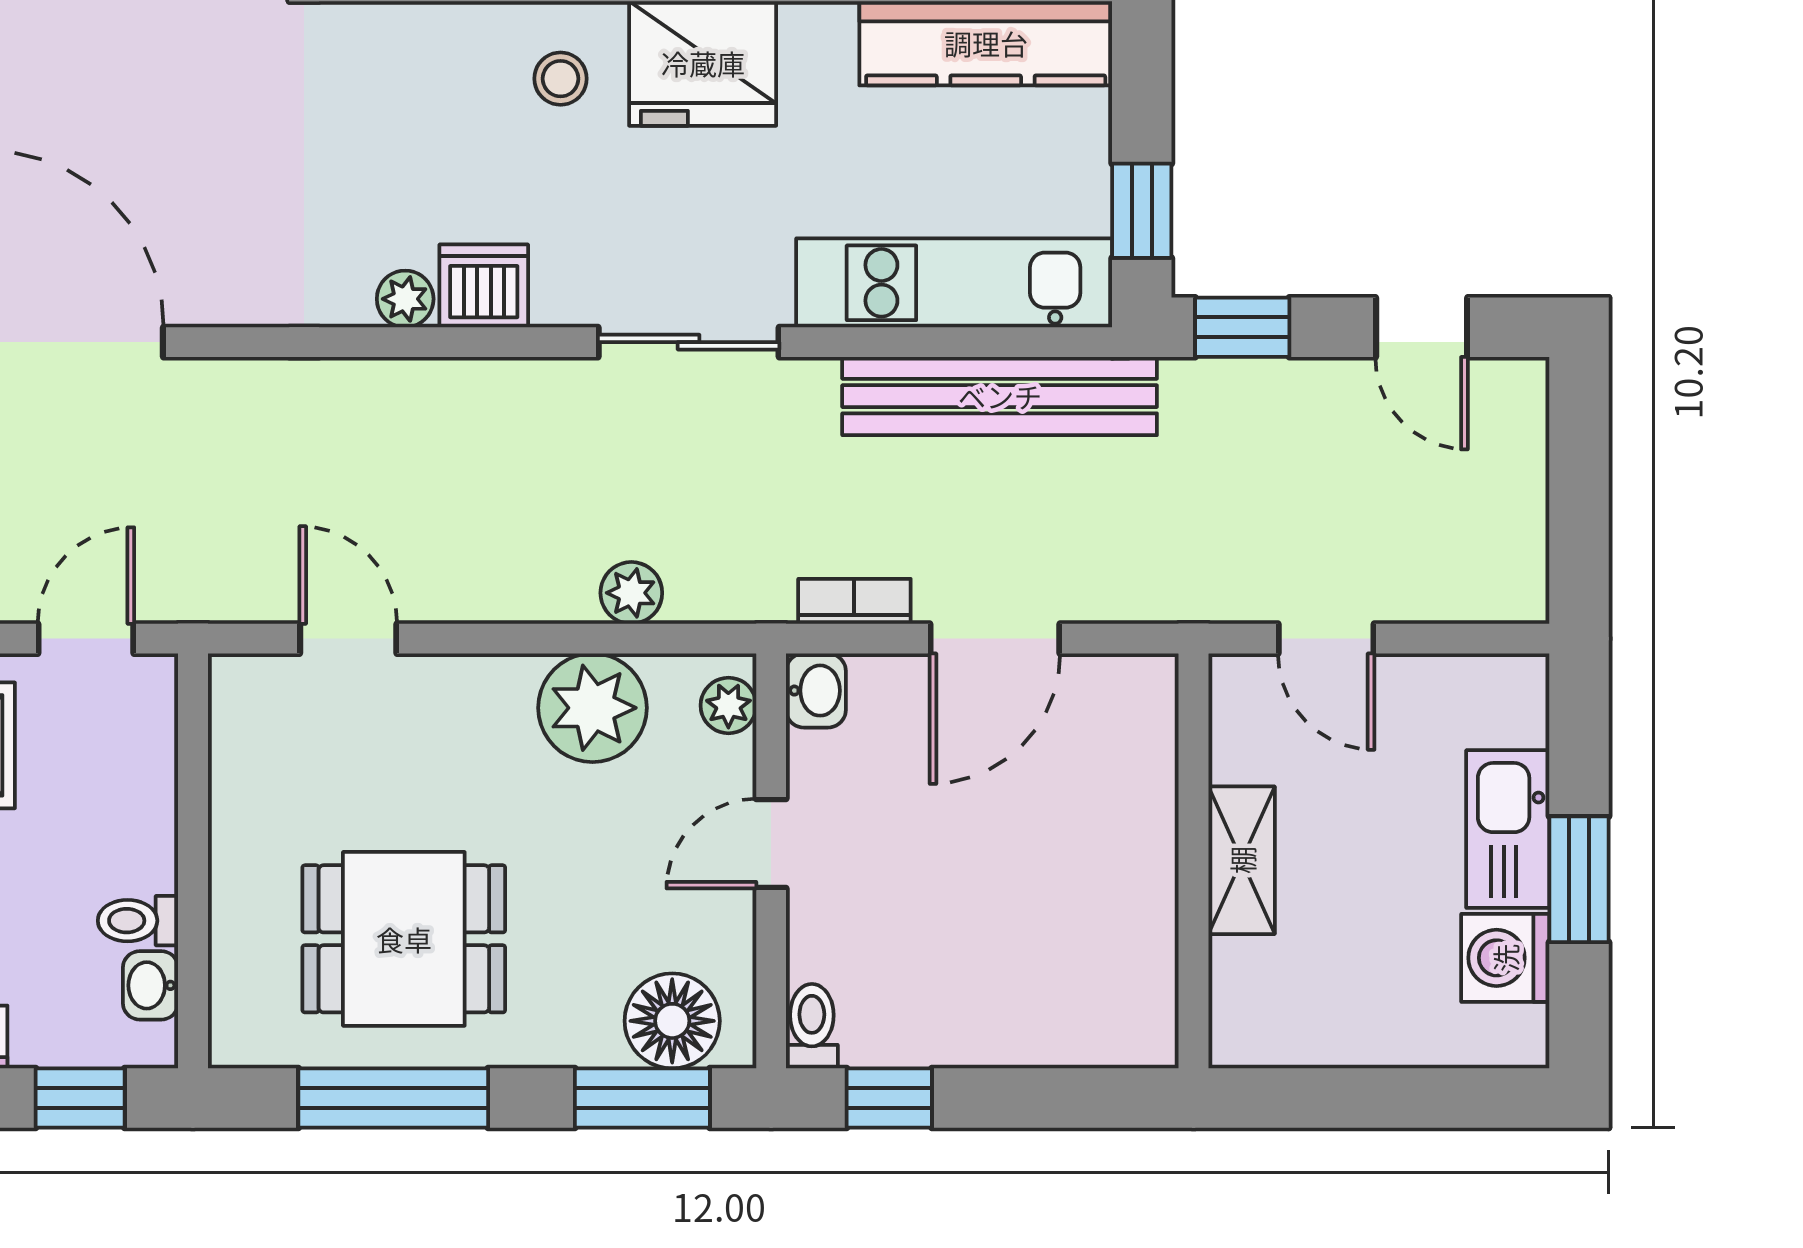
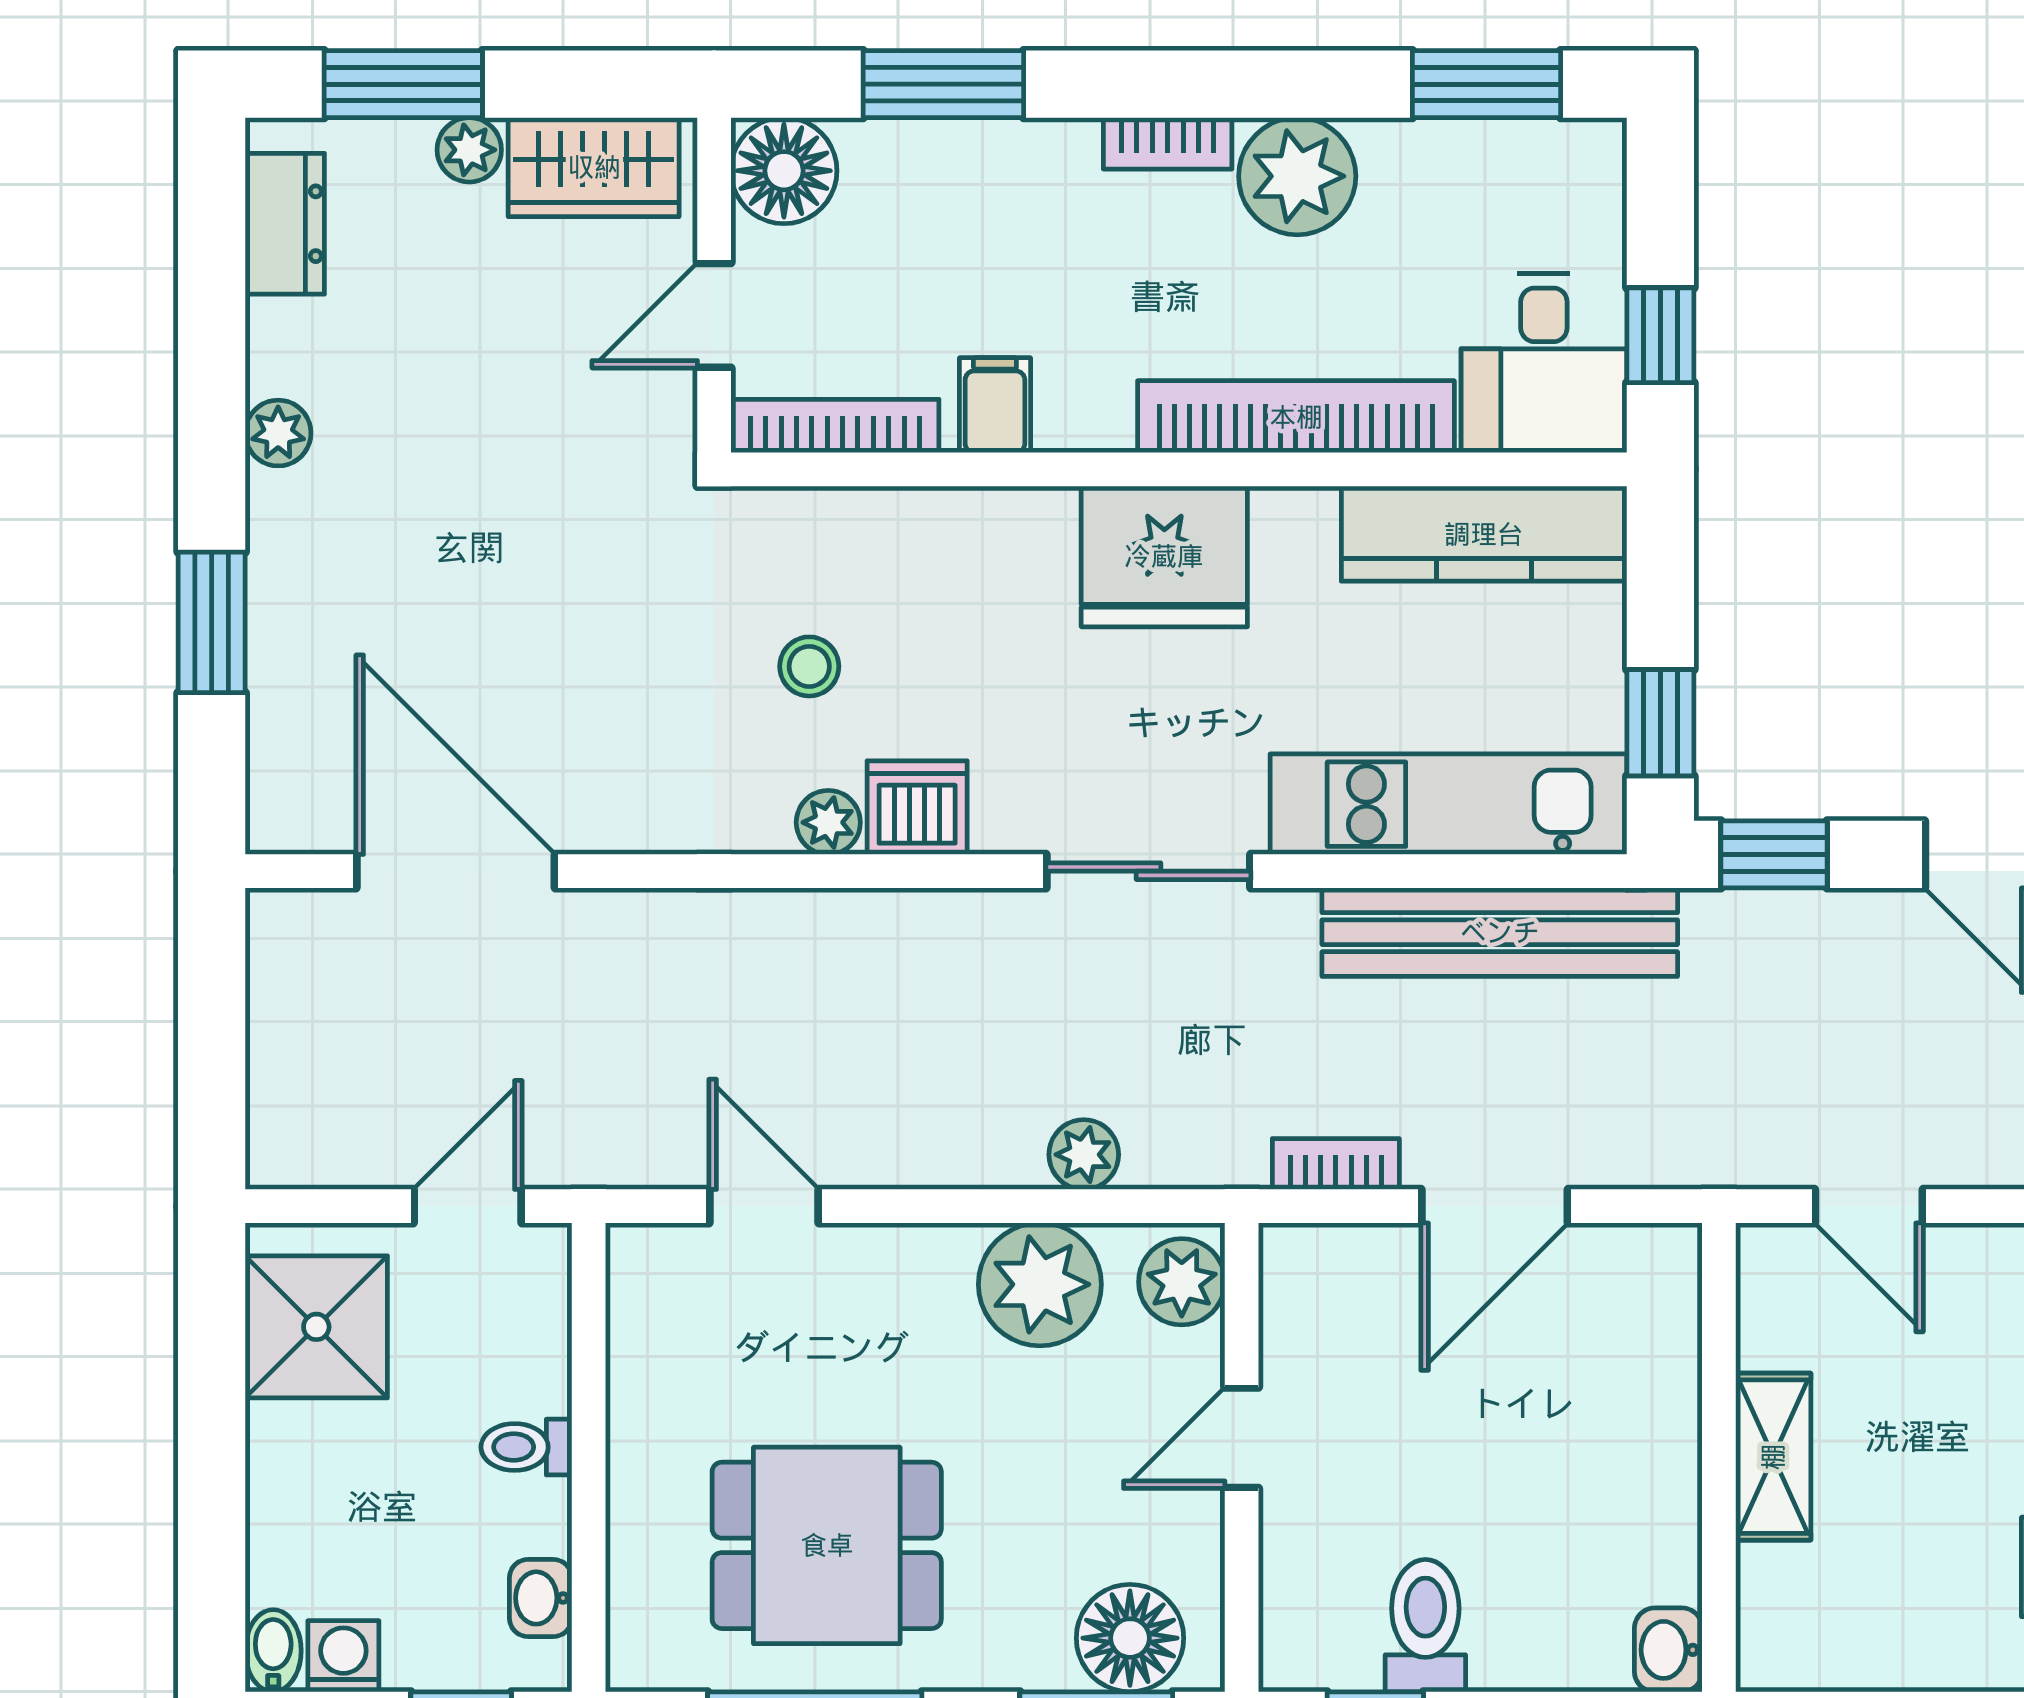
stool: (561, 79) -> (809, 666), moved
washbasin: (816, 691) -> (1668, 1650), moved, turned 180
plant: (728, 705) -> (1182, 1282), width x1.38, depth x1.38
toilet: (138, 921) -> (526, 1447), moved
toilet: (812, 1026) -> (1425, 1626), moved, width x1.37, depth x1.39

